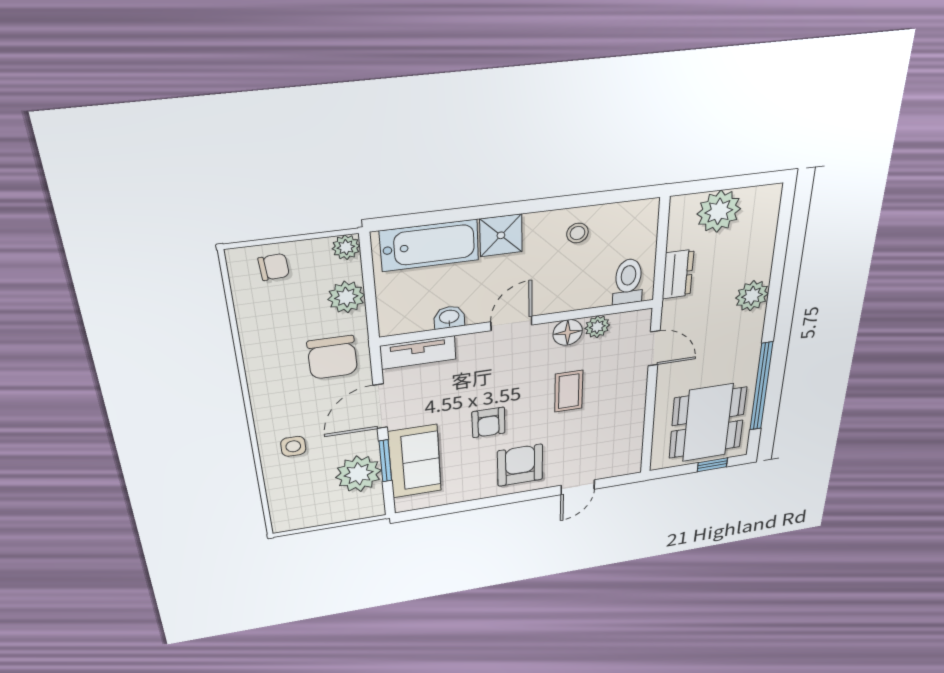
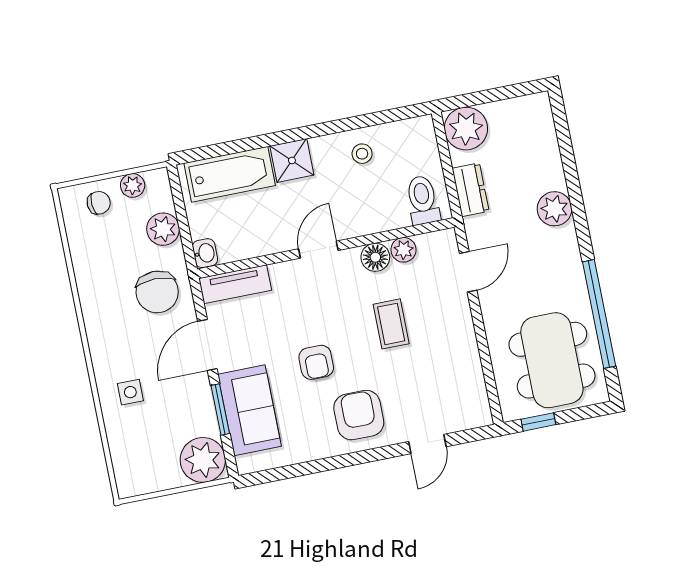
plant: (719, 211) -> (466, 129), moved
plant: (346, 247) -> (133, 185), moved
washbasin: (449, 317) -> (205, 253), moved, turned 90
door: (654, 348) -> (468, 272), hinge flipped
window: (712, 465) -> (538, 422), moved
plant: (359, 474) -> (203, 460), moved

